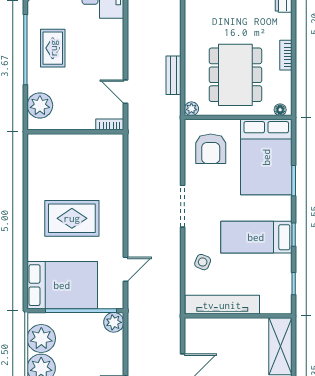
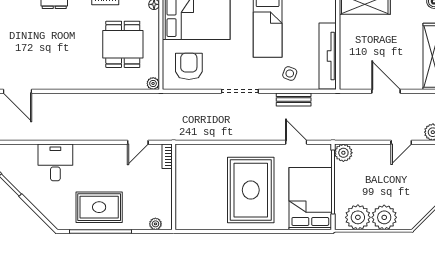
rug: (53, 48) -> (99, 207), width x1.36, depth x1.43
bench: (174, 75) -> (294, 99), moved
dining table: (235, 75) -> (123, 44), width x0.73
plant: (40, 105) -> (155, 224), width x0.53, depth x0.53
armchair: (211, 149) -> (189, 66), turned -90
rug: (72, 218) -> (251, 190), width x1.37, depth x1.44

